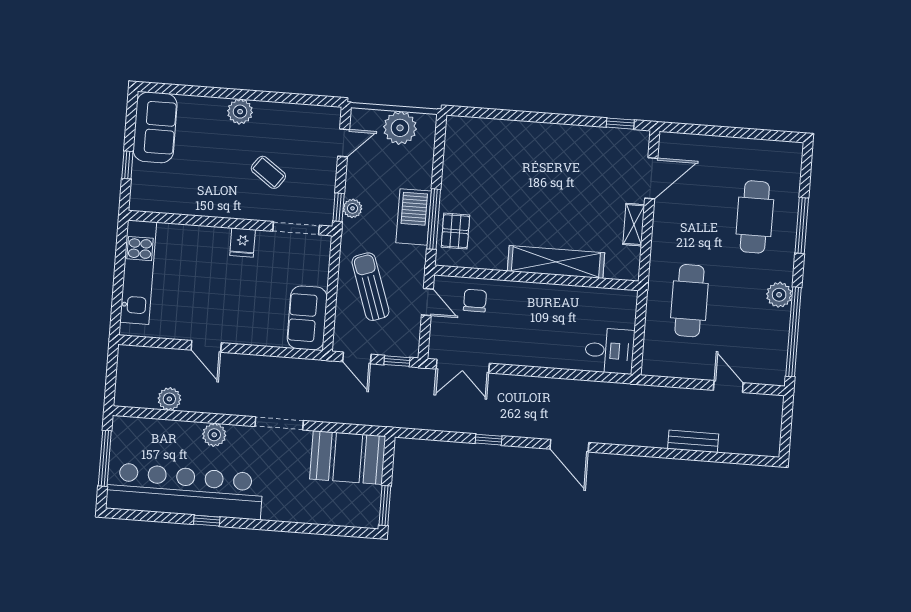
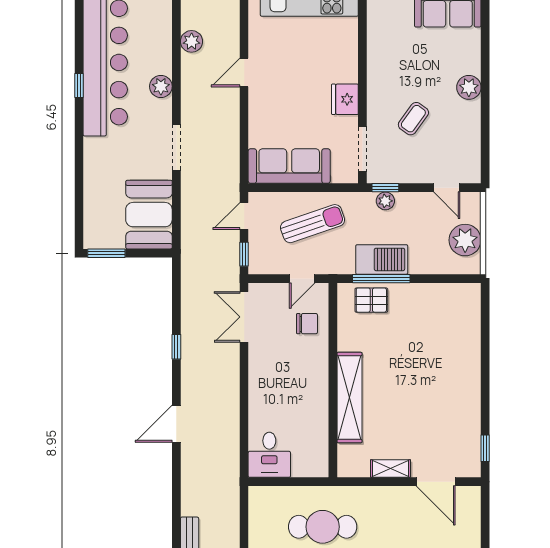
fridge: (243, 243) -> (345, 99), width x1.38
sofa: (307, 318) -> (289, 166), width x1.36

